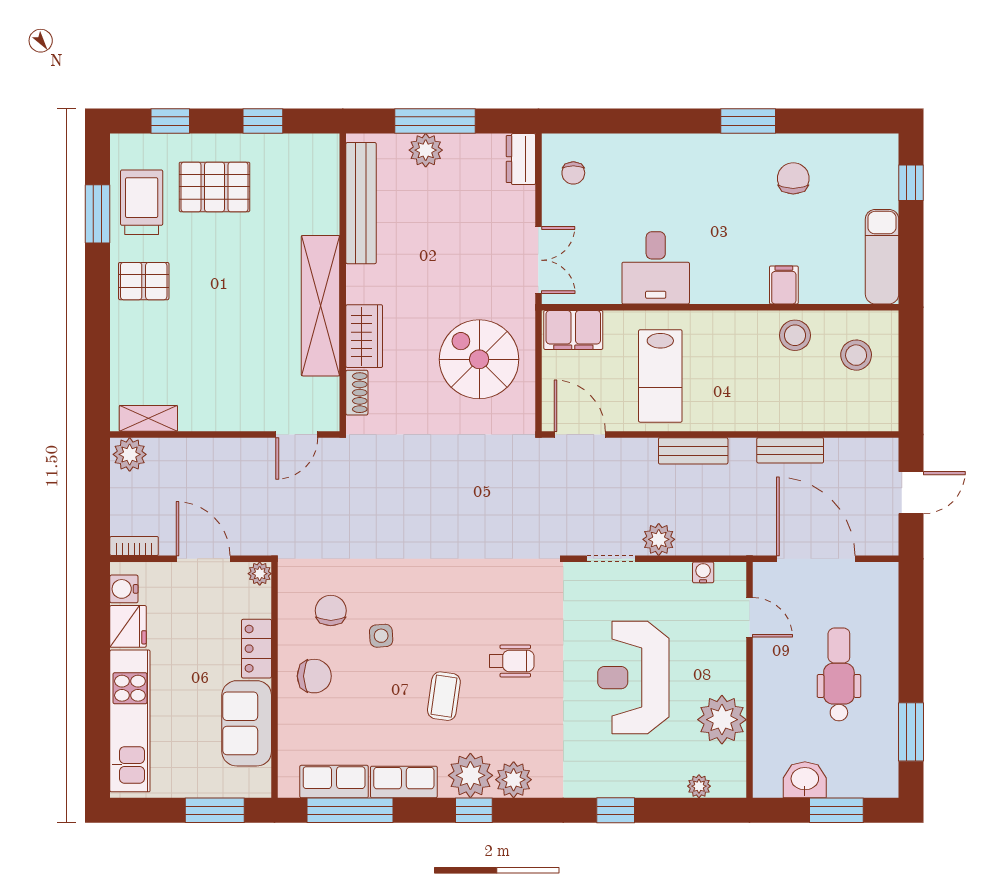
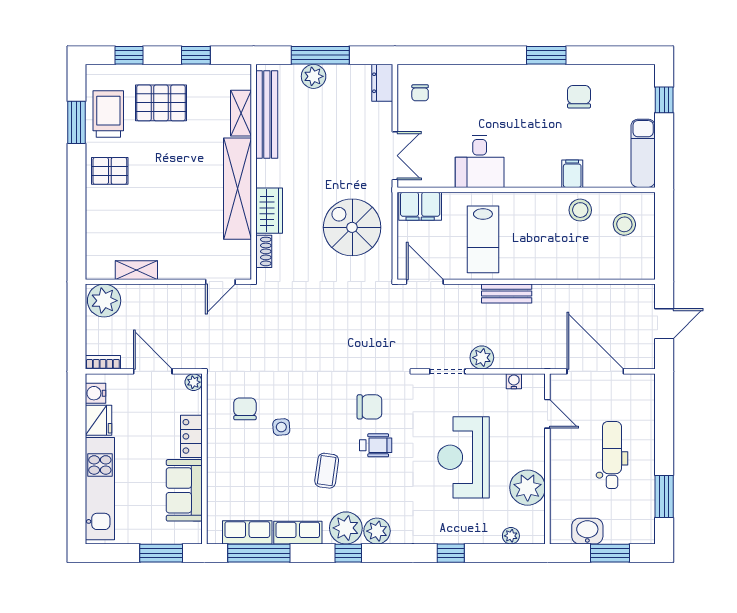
shelving: (325, 201) -> (241, 113), added
shelving: (148, 418) -> (136, 270), moved
bench: (790, 450) -> (577, 293), removed
plant: (130, 454) -> (104, 301), width x1.36, depth x1.36
chair: (314, 676) -> (369, 407), moved

